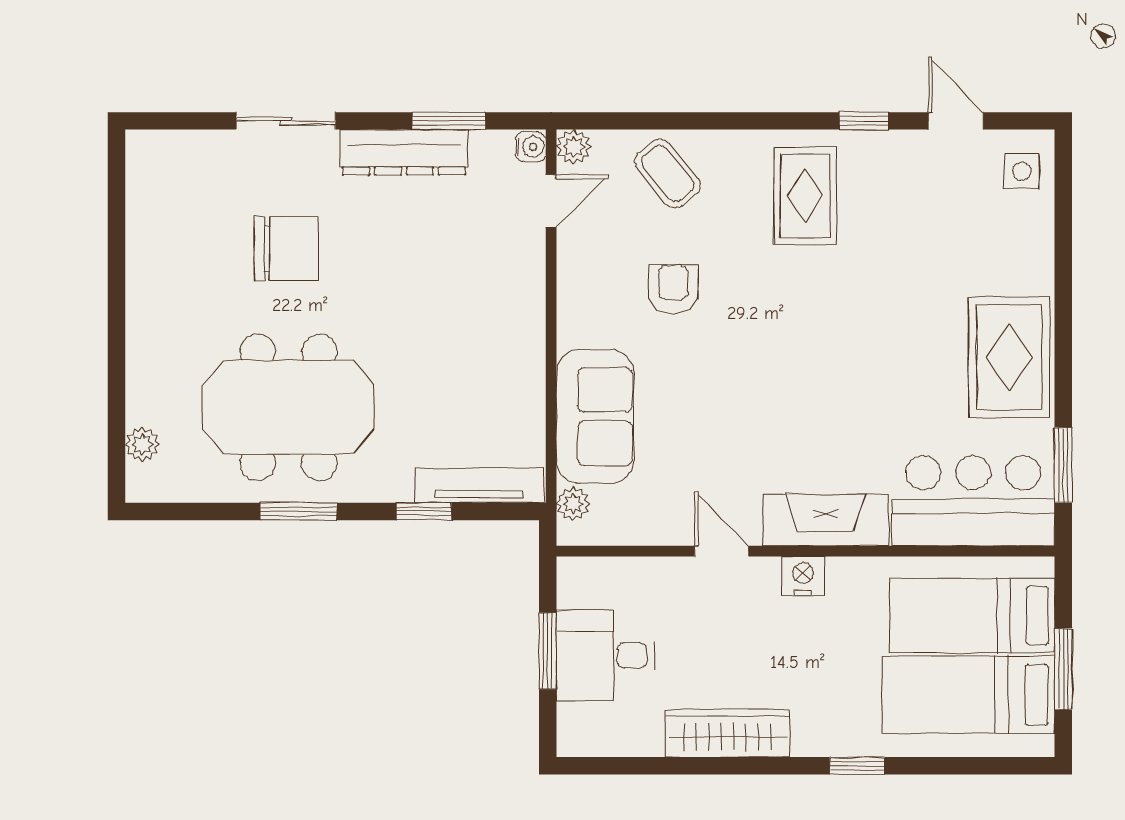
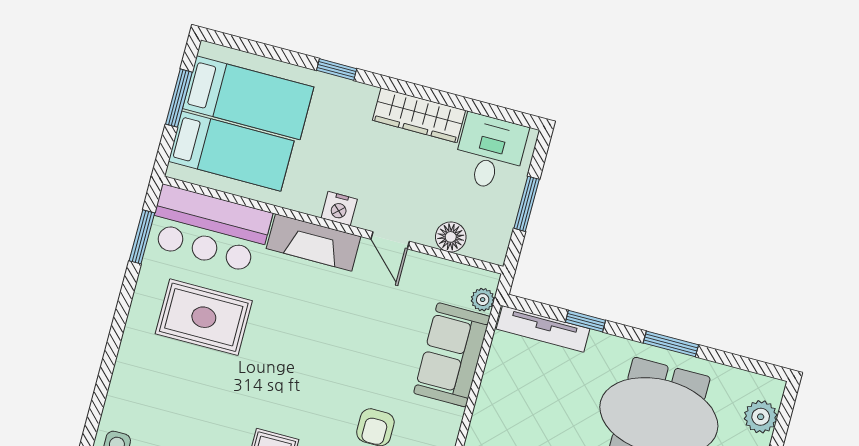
rug: (1009, 357) -> (204, 317), moved, turned 90
plant: (142, 444) -> (761, 417), width x1.38, depth x1.38
floor lamp: (640, 578) -> (451, 237), added
desk: (605, 655) -> (490, 152), moved, turned -90

